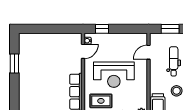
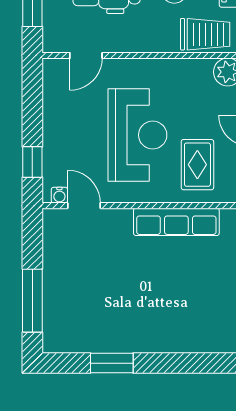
window: (42, 29) -> (32, 301), added
door: (149, 52) -> (86, 55), hinge flipped

